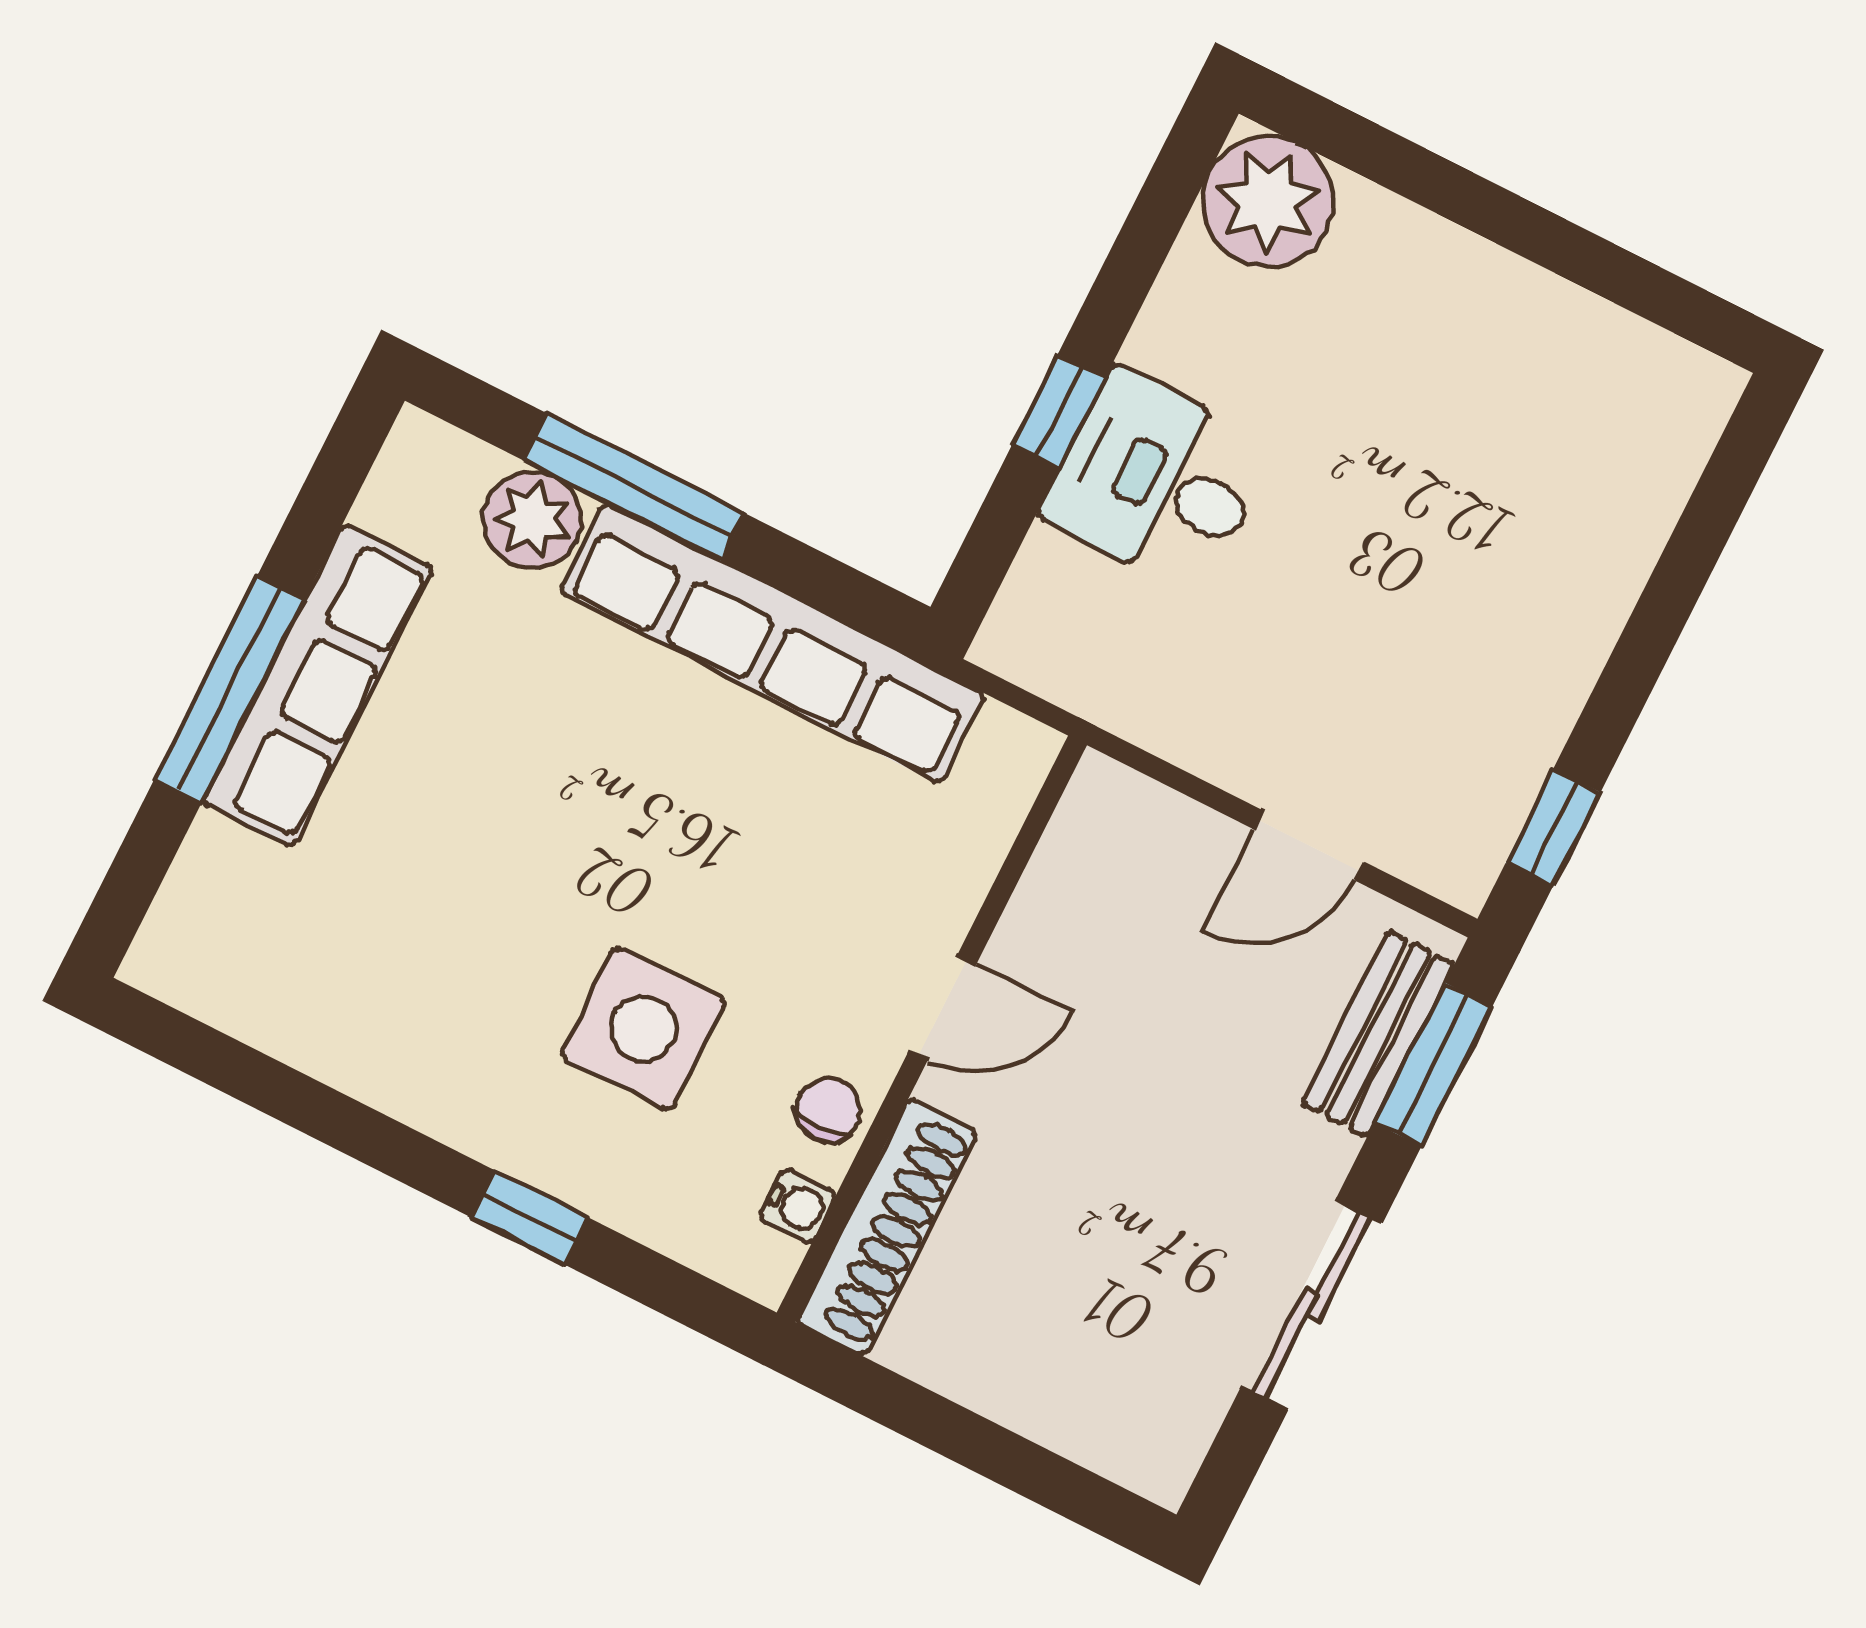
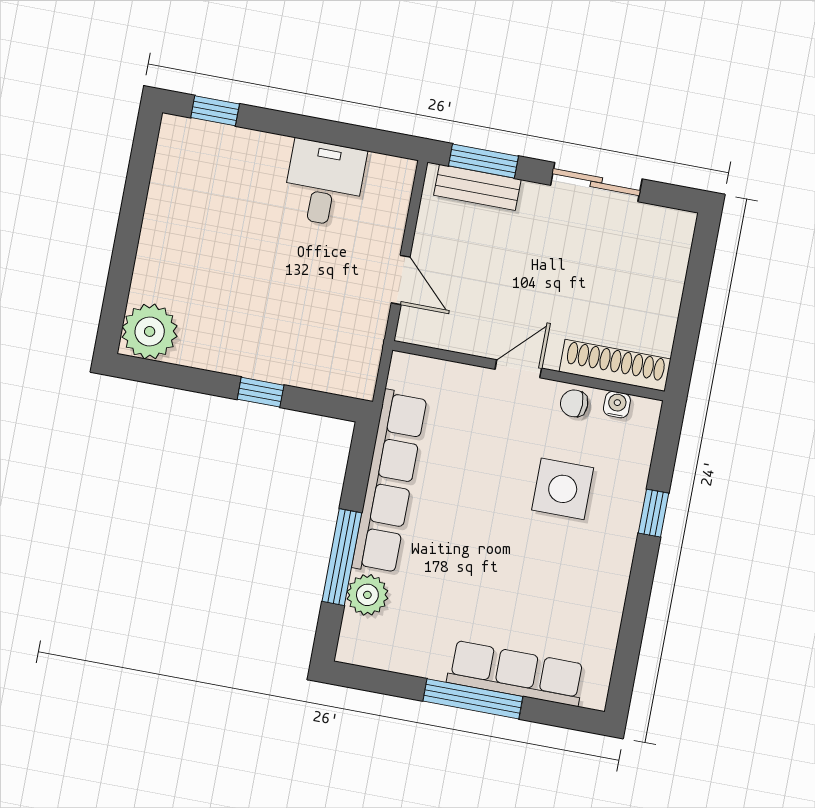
desk: (1158, 481) -> (324, 183), moved, turned 180
row of seats: (318, 685) -> (516, 673), moved
window: (1553, 828) -> (215, 111), moved
door: (1309, 845) -> (401, 280), moved
door: (943, 1007) -> (518, 369), hinge flipped

